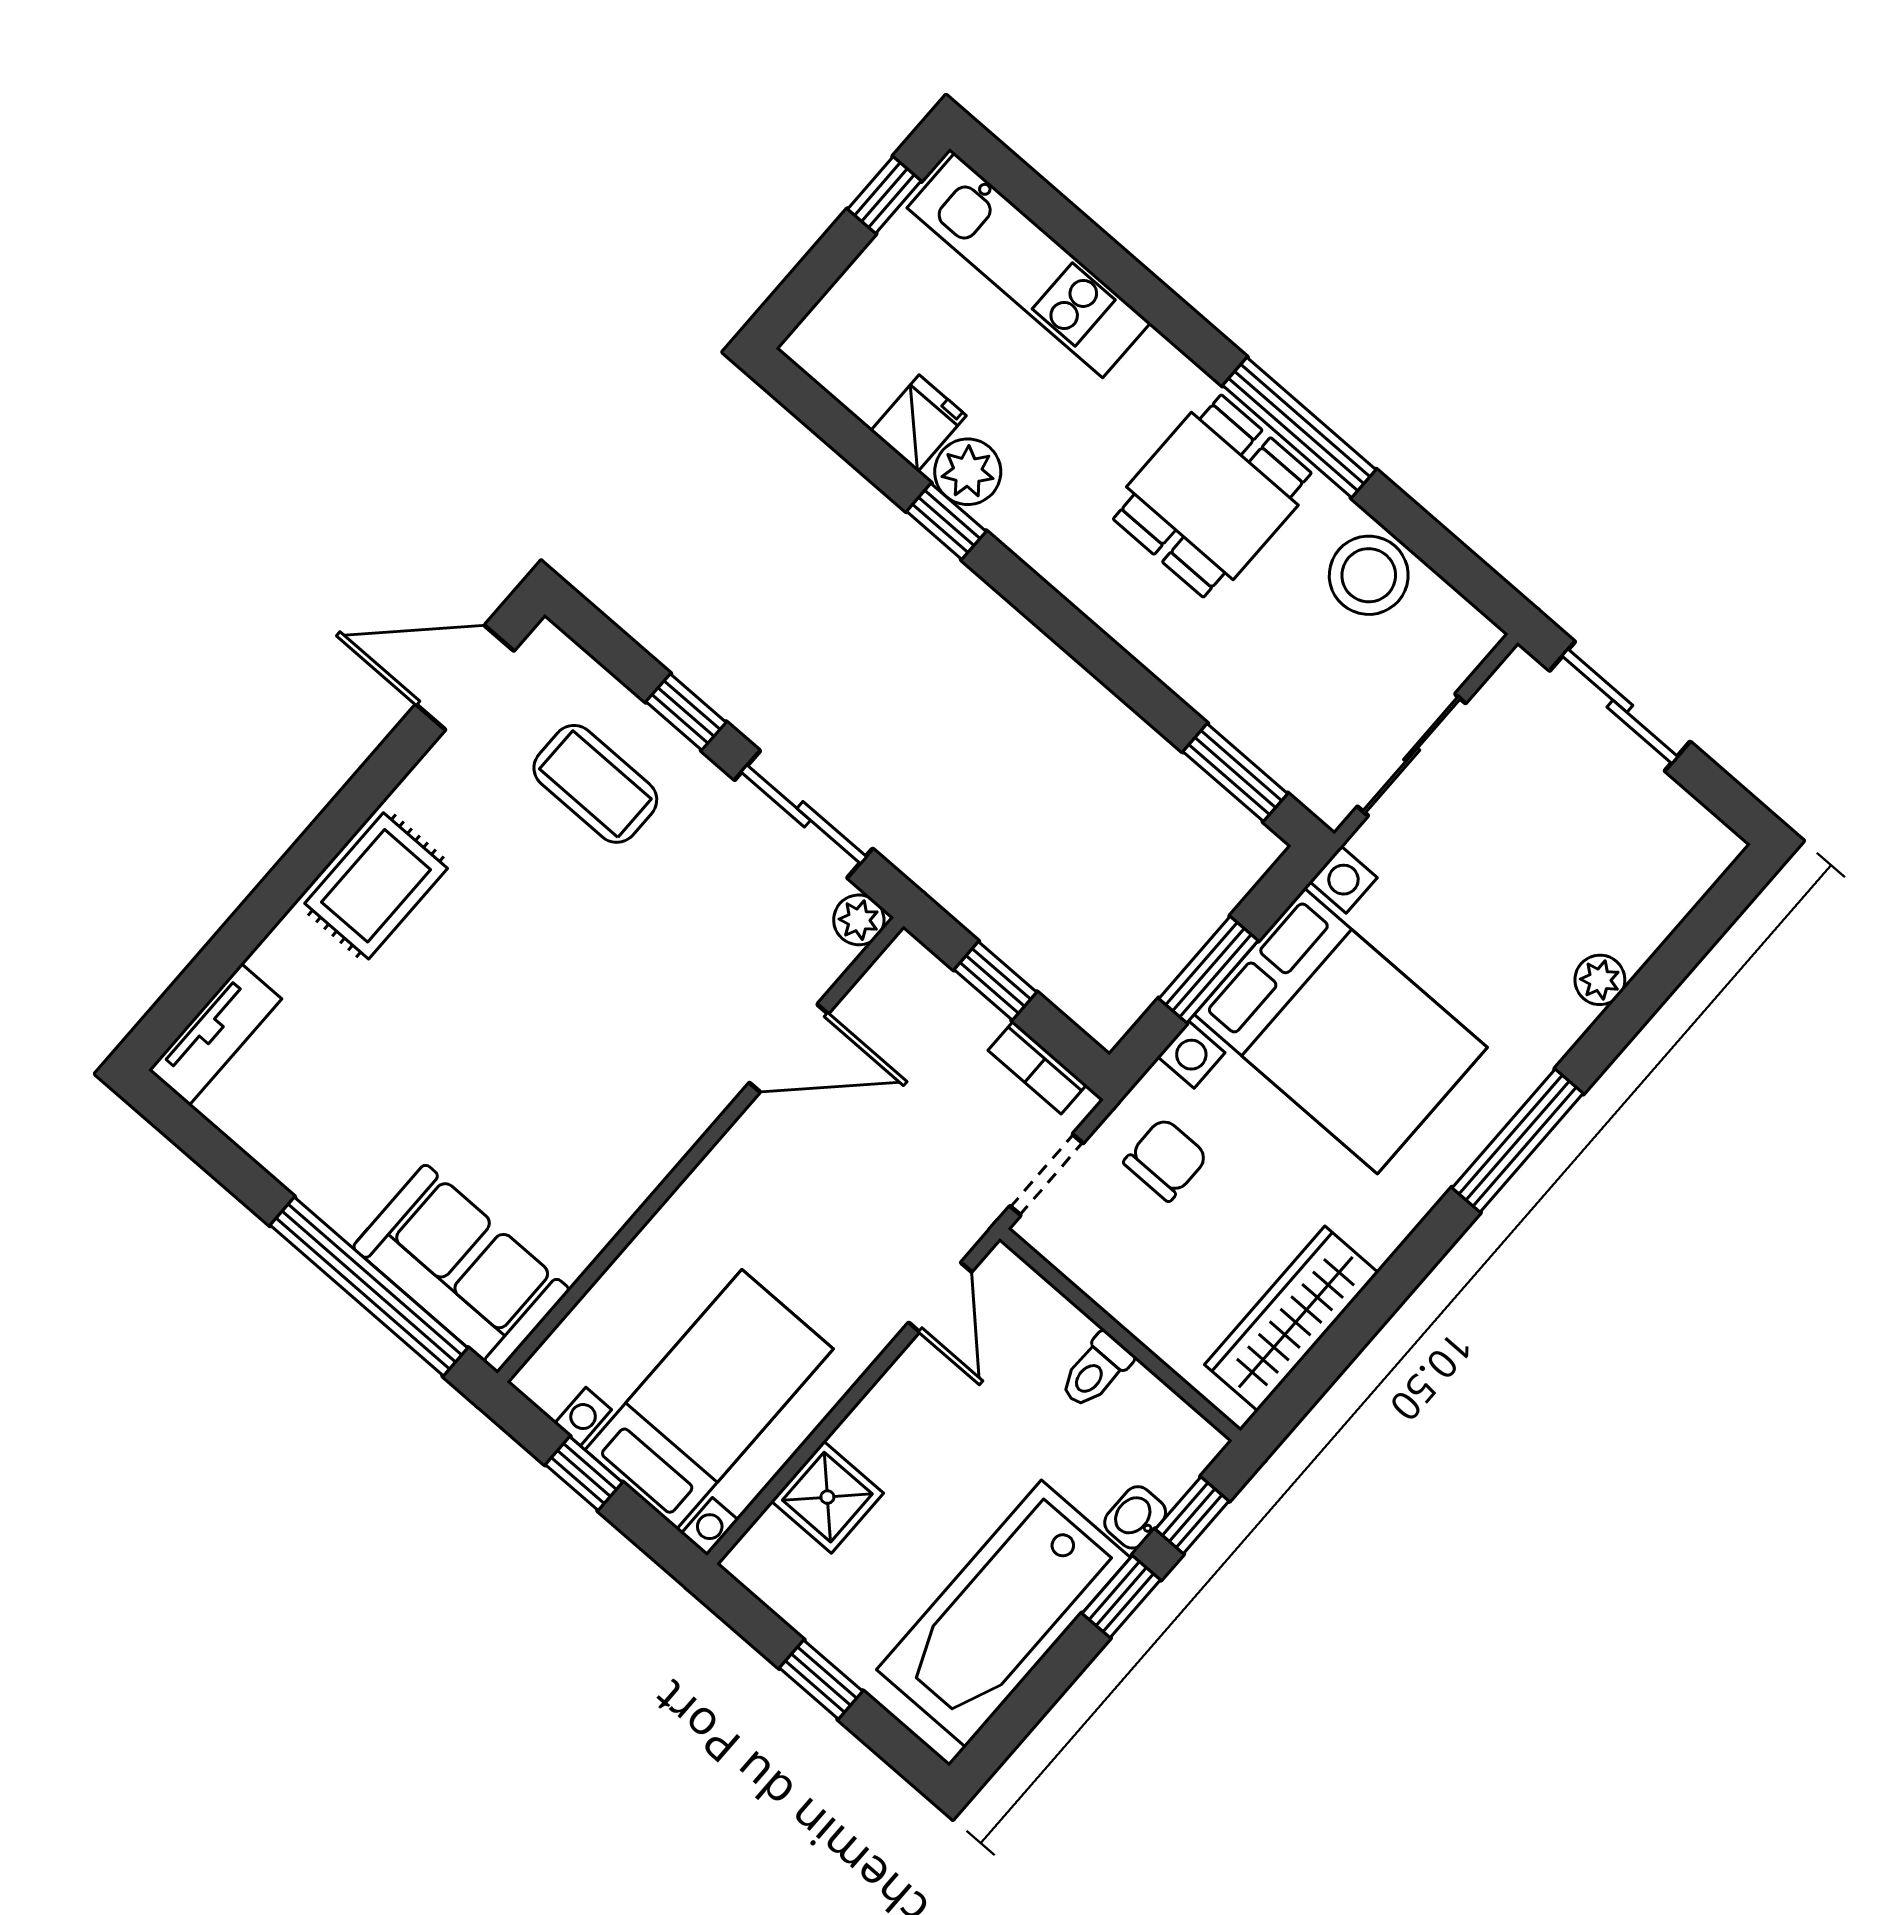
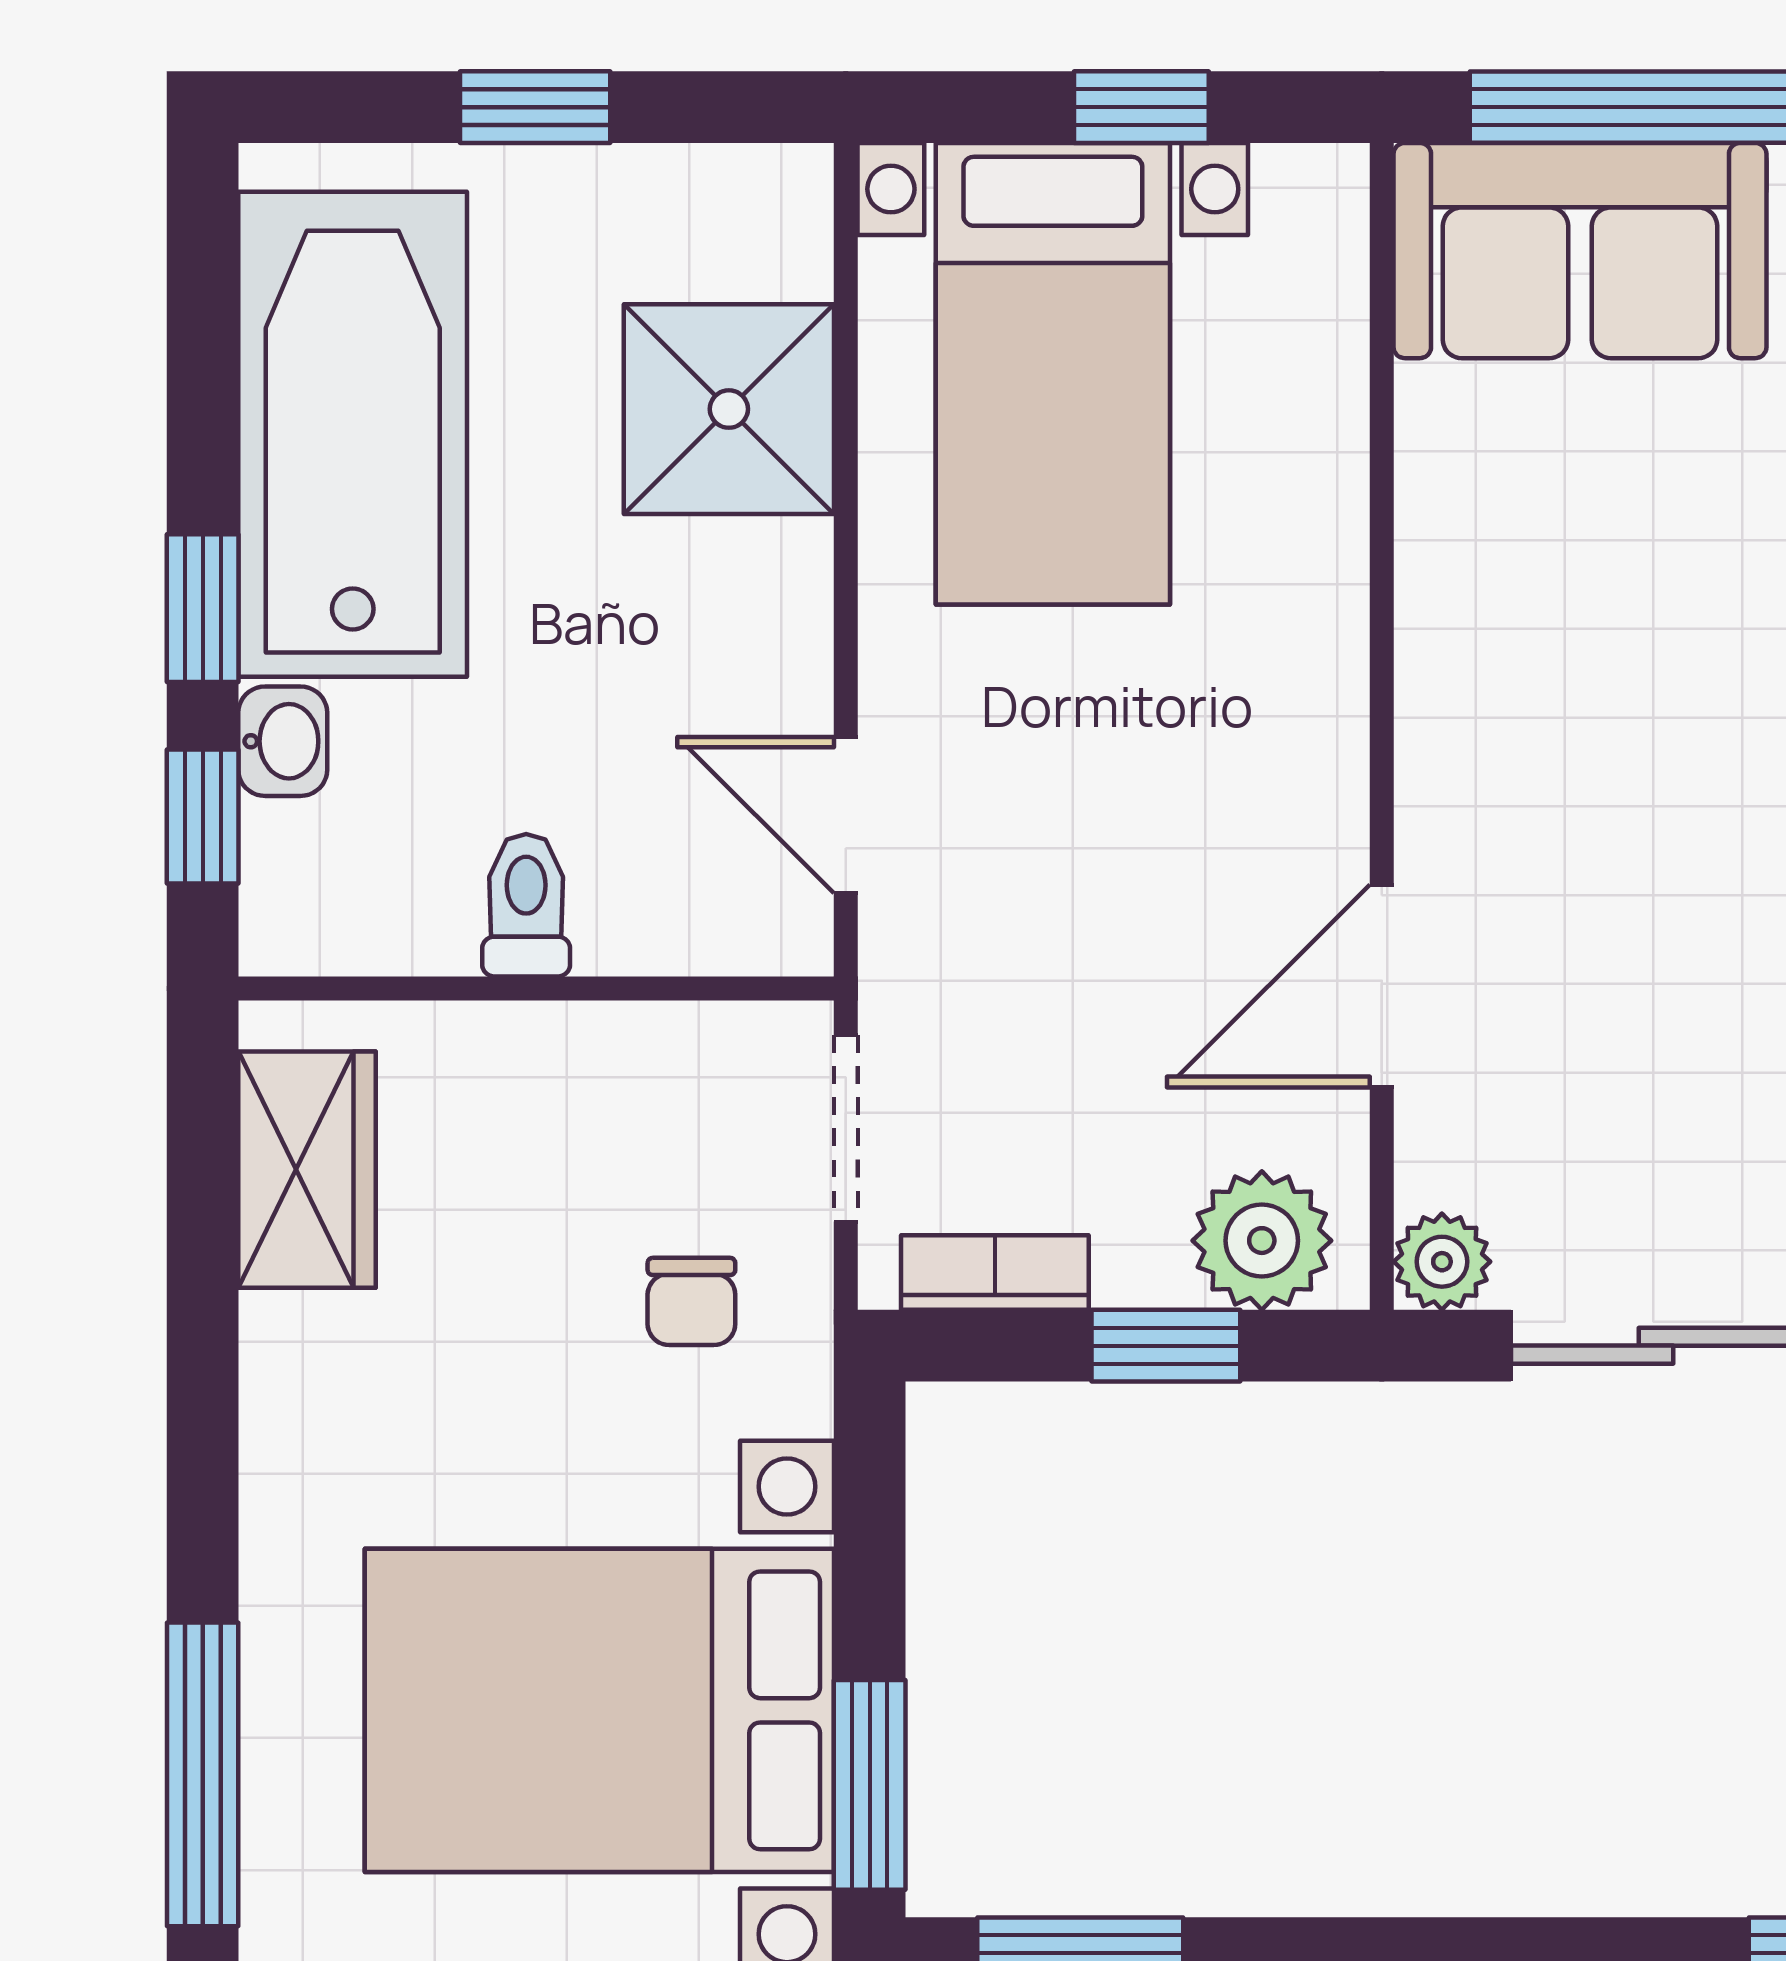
window: (1208, 970) -> (870, 1785), moved
plant: (922, 989) -> (1262, 1241), added
chair: (1166, 1159) -> (691, 1301), width x0.73, depth x0.73
wardrobe: (1291, 1319) -> (307, 1170), width x0.67
shower: (827, 1497) -> (729, 409), width x1.36, depth x1.36

